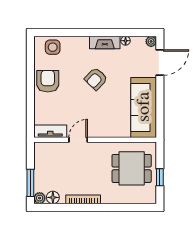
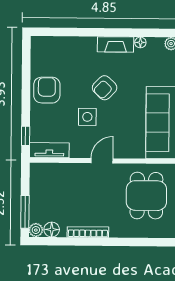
side table: (53, 47) -> (87, 117), moved
window: (30, 119) -> (26, 136), added
door: (78, 140) -> (102, 161), moved
dining table: (132, 168) -> (146, 196), turned 90

